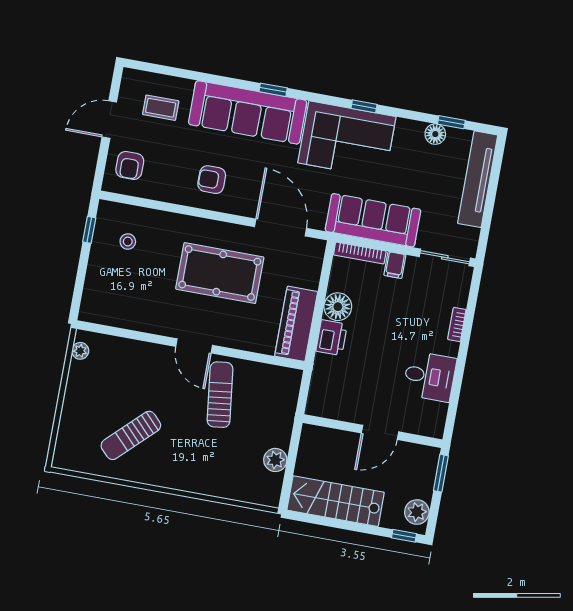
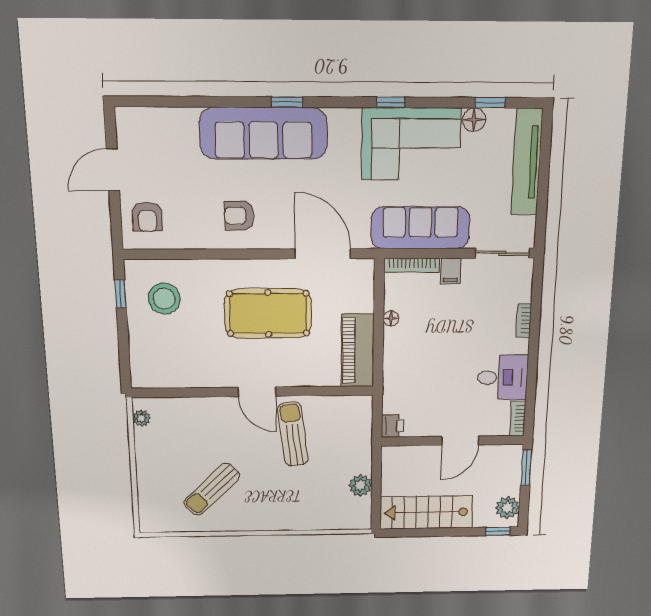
coffee table: (161, 108) -> (166, 146), removed
corner sofa: (347, 140) -> (411, 144), moved
stool: (128, 242) -> (164, 299), width x1.89, depth x1.89
floor lamp: (338, 307) -> (391, 318), width x0.53, depth x0.53
printer: (332, 338) -> (392, 426), moved, width x0.73, depth x0.81
bookcase: (439, 421) -> (518, 419), added

